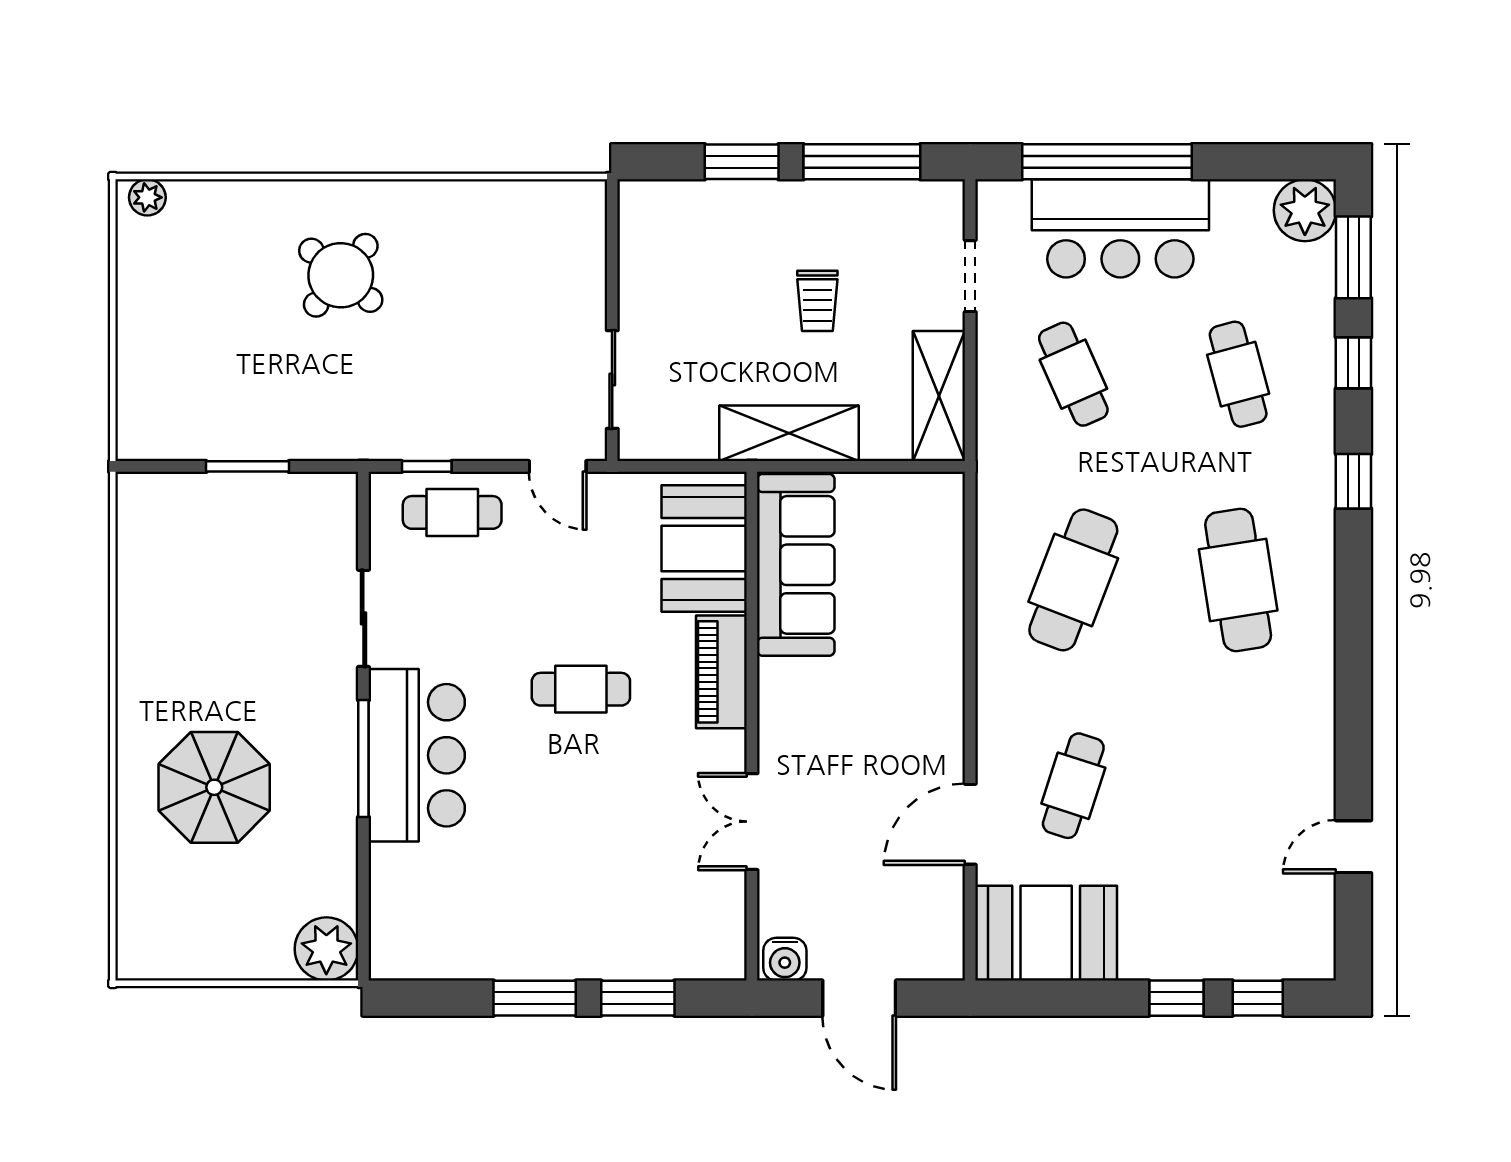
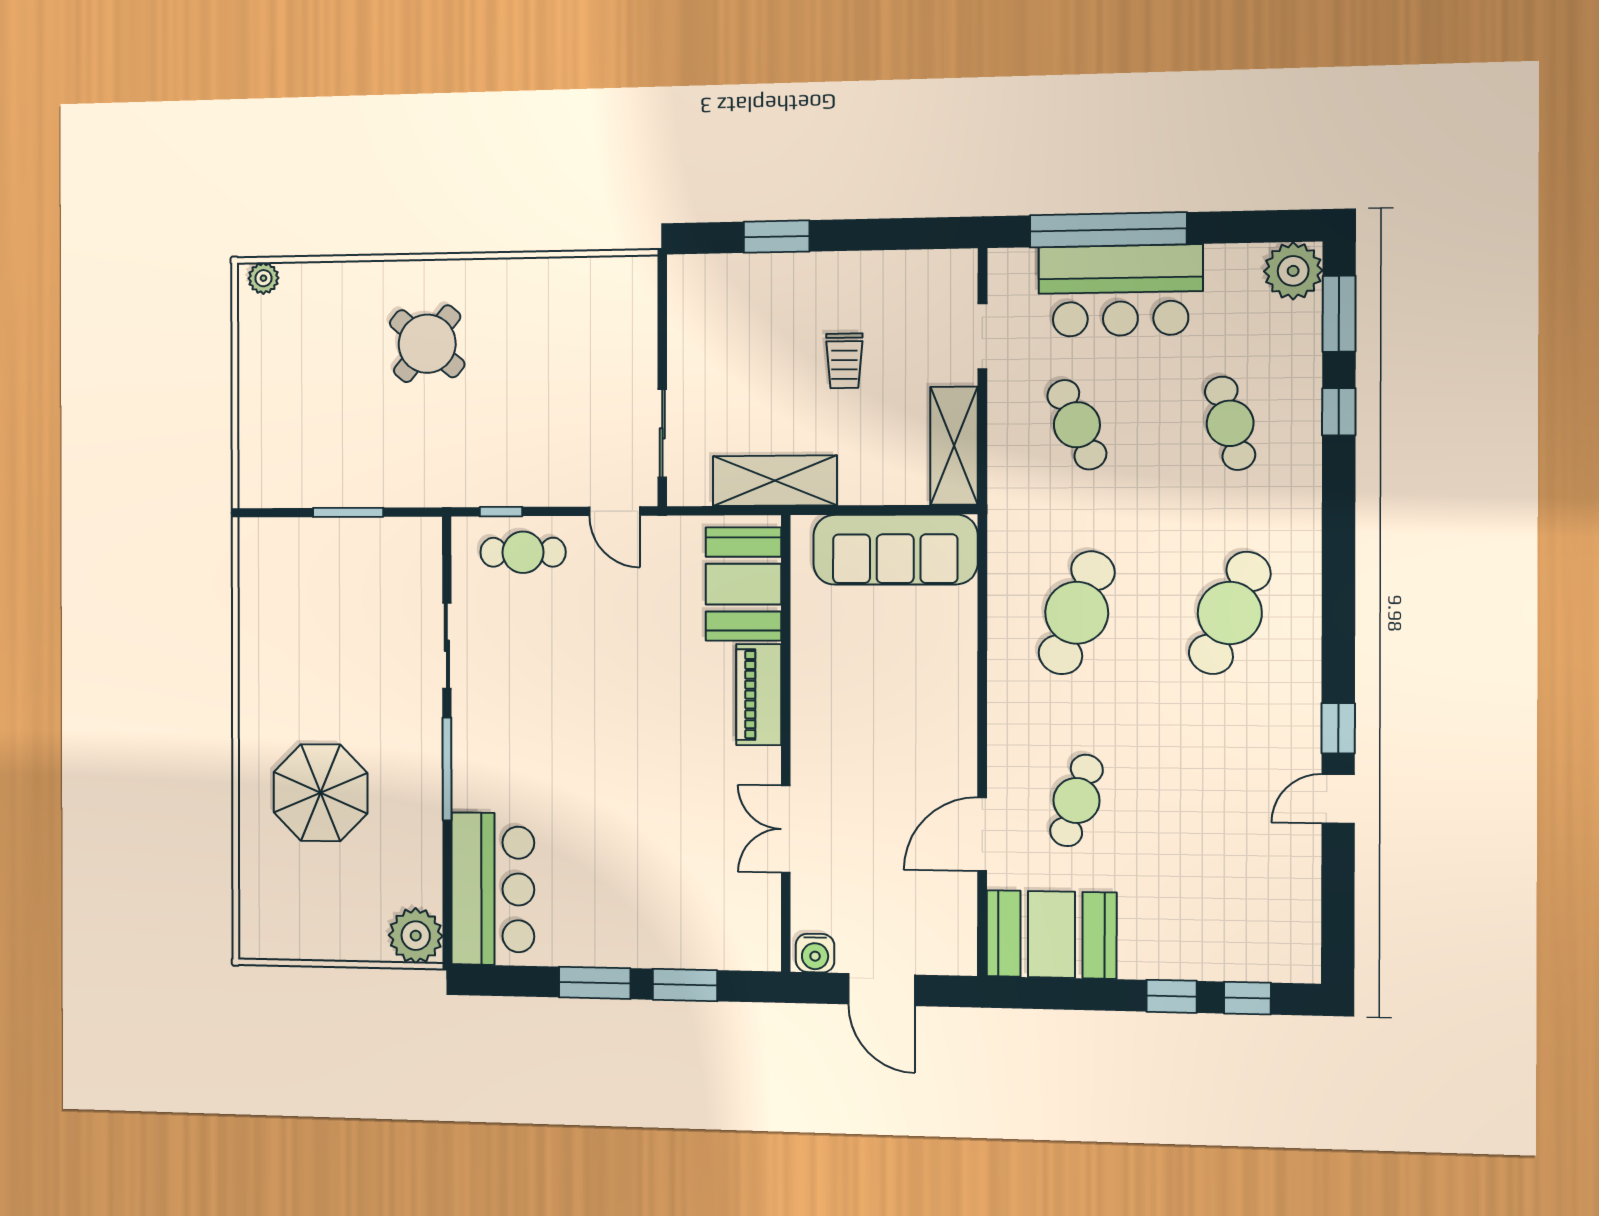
window: (862, 162) -> (884, 234), removed
shelving: (789, 433) -> (775, 481), moved
window: (1353, 481) -> (1338, 728), moved
sofa: (796, 565) -> (895, 550), moved, turned 90
cafe table: (1238, 580) -> (1230, 613), turned 33
cafe table: (581, 689) -> (635, 709), removed
bar counter: (417, 755) -> (493, 889), moved
door: (1353, 847) -> (1338, 799), moved

